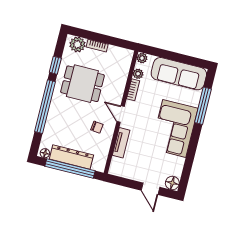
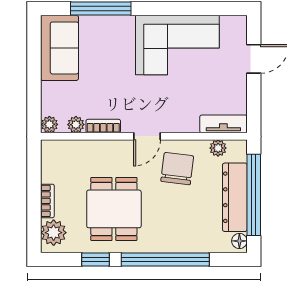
sofa: (179, 74) -> (59, 48), width x0.73
chair: (97, 127) -> (177, 169), width x1.87, depth x1.87
corner sofa: (174, 128) -> (177, 45), moved
tv unit: (121, 143) -> (223, 124), moved
plant: (103, 154) -> (218, 148), added
floor lamp: (172, 183) -> (236, 26), removed

